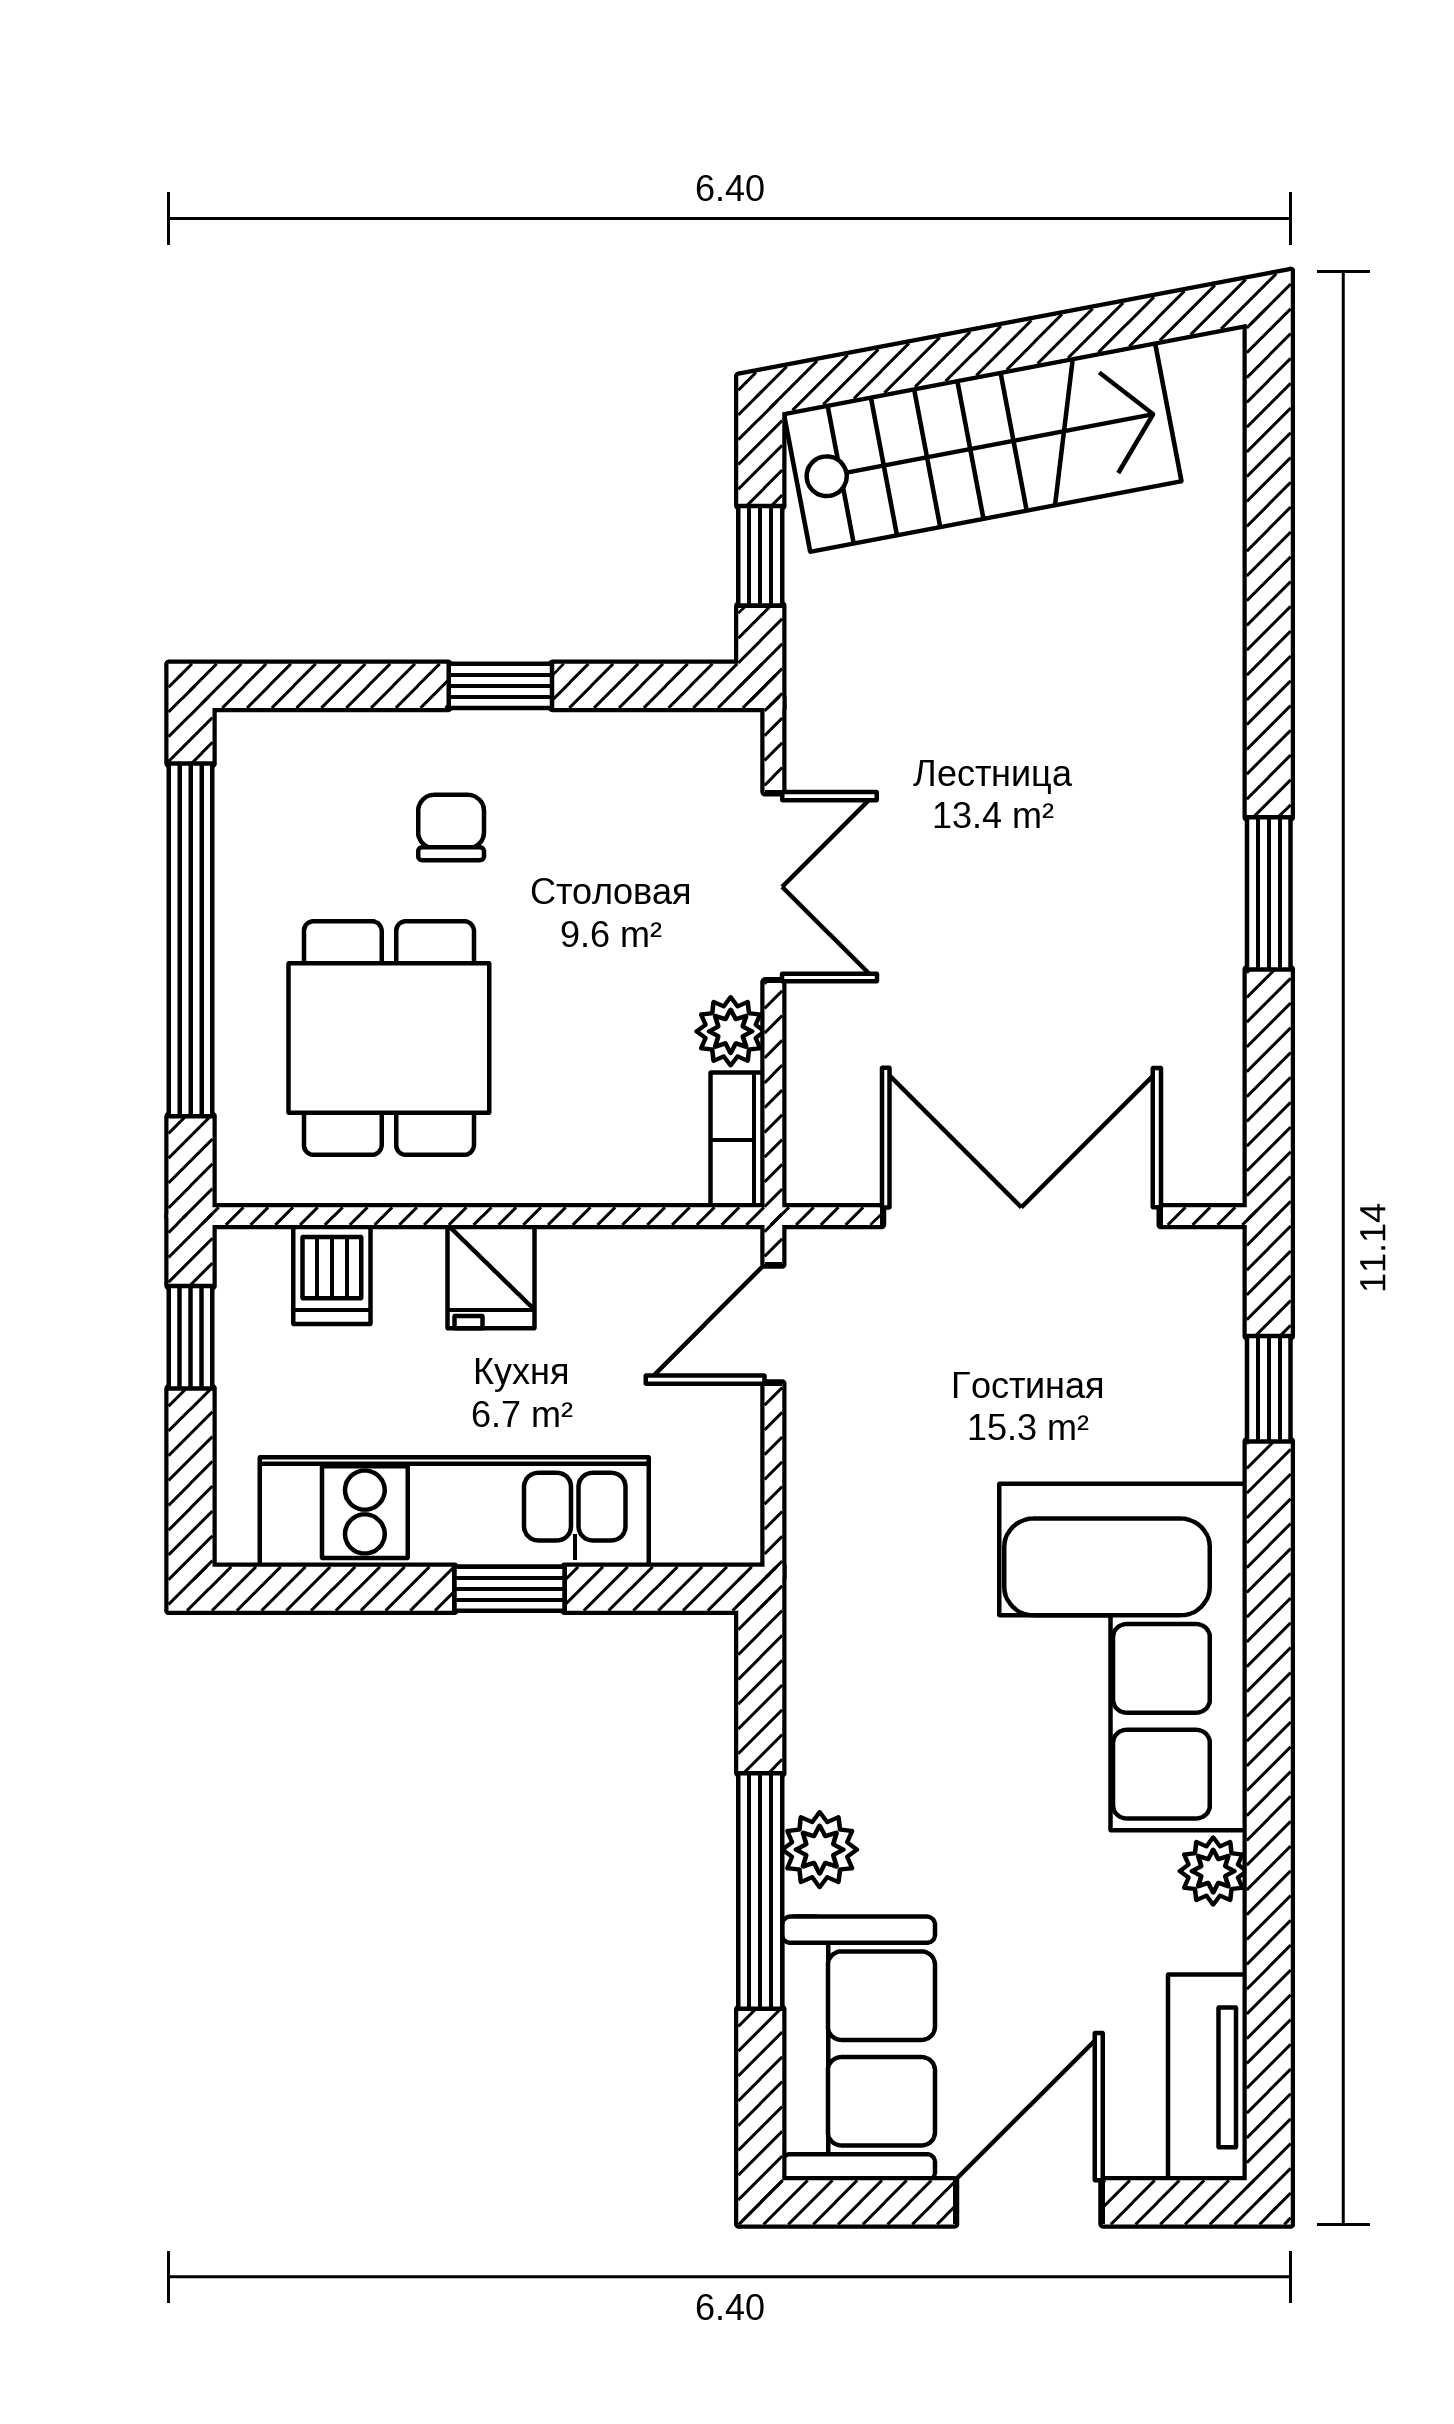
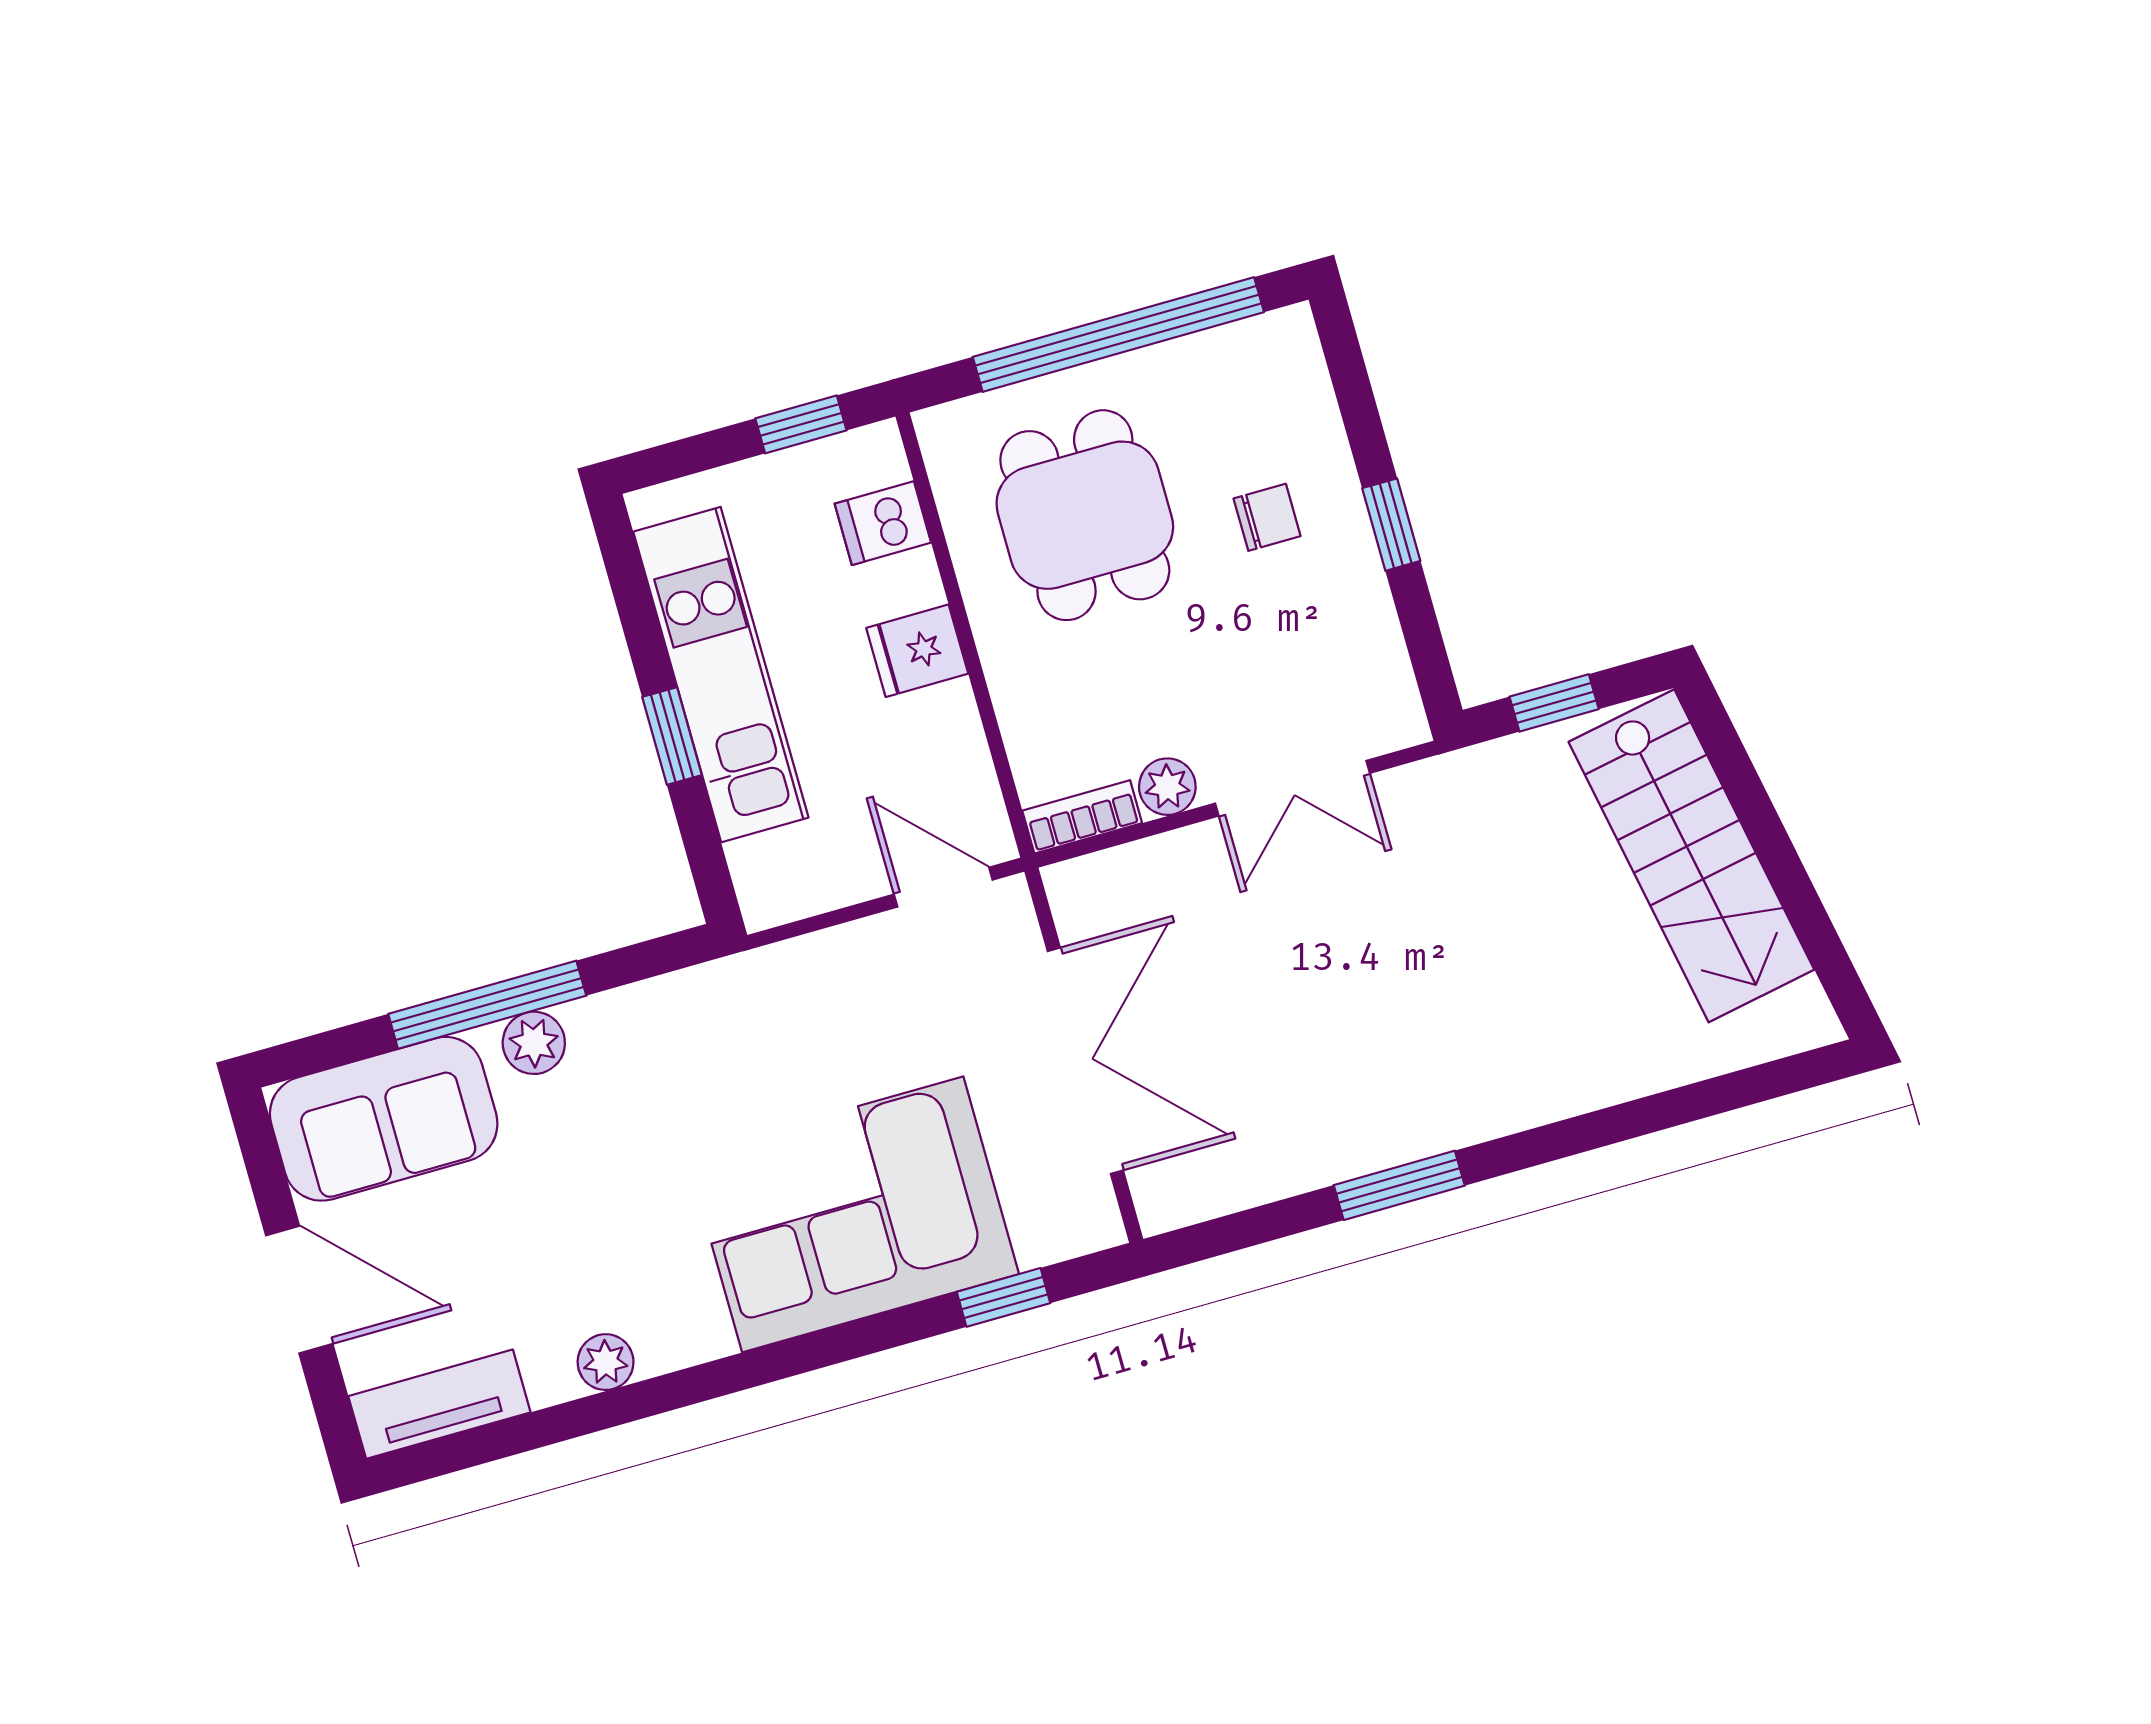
dining table: (389, 1038) -> (1085, 515), turned 90
corner sofa: (1123, 1657) -> (853, 1214), moved

